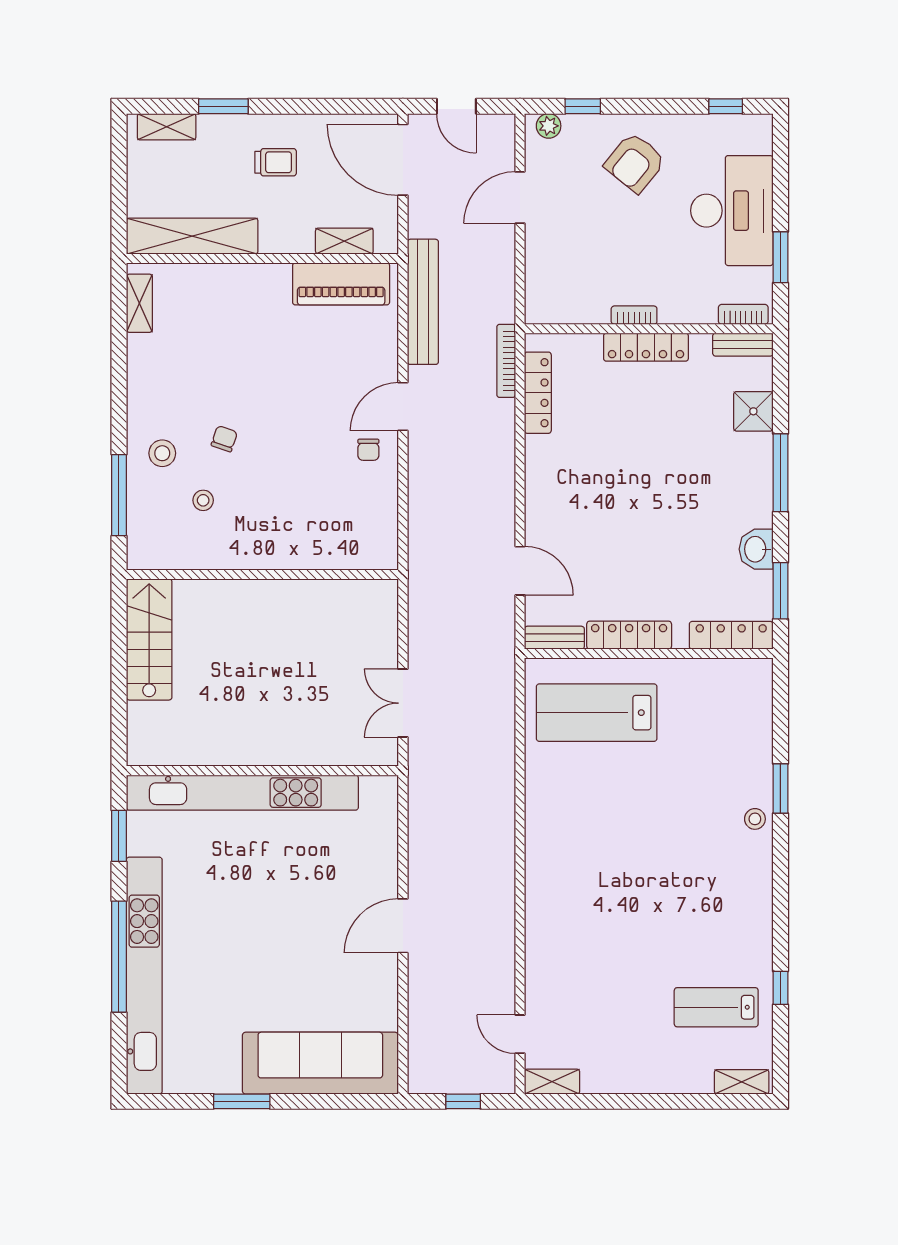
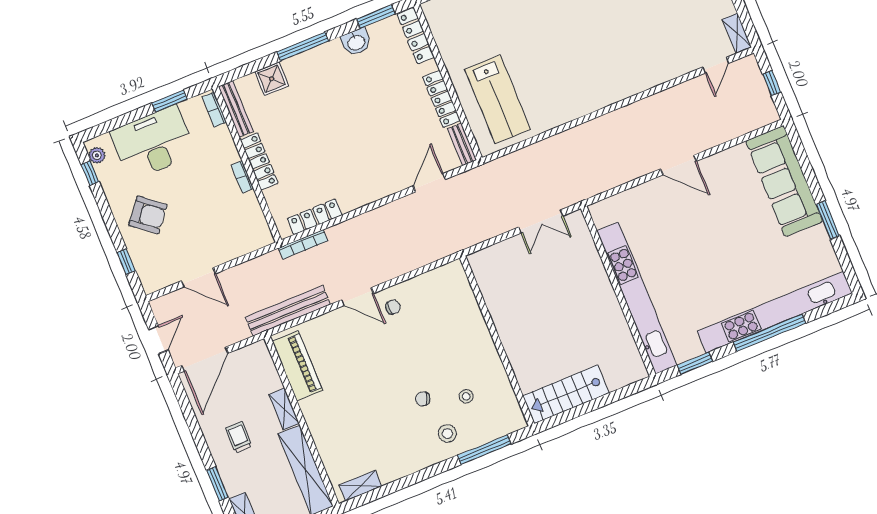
plant: (549, 126) -> (97, 155), moved
shelving: (344, 241) -> (284, 409), moved
bench: (743, 345) -> (236, 109), width x1.36

